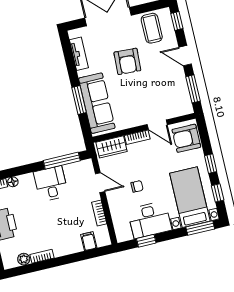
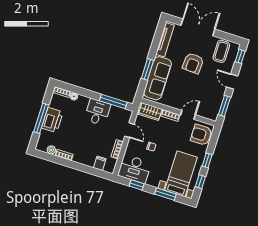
tv unit: (79, 54) -> (165, 40), width x1.41
door: (157, 125) -> (188, 115), swing flipped
desk: (150, 220) -> (134, 169), moved
window: (200, 228) -> (165, 194), moved

